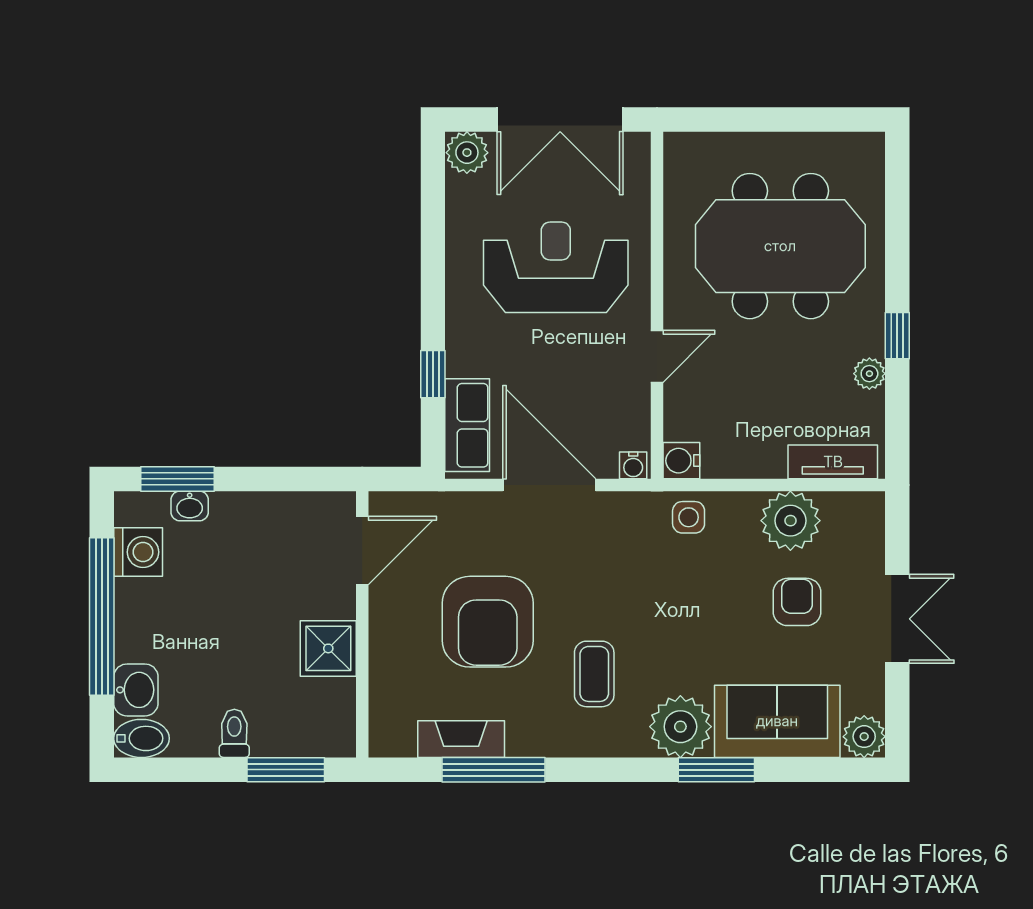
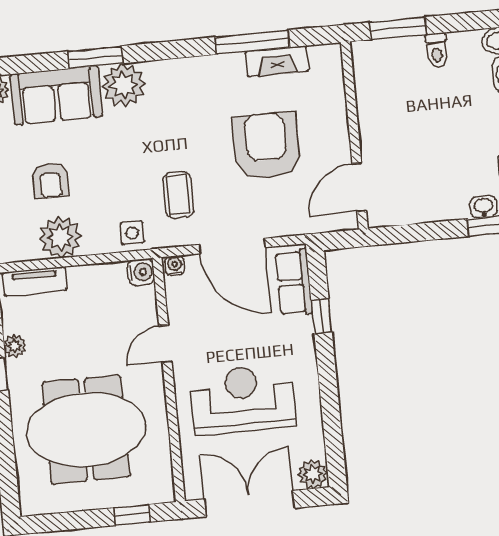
window: (727, 119) -> (132, 515), added
reception desk: (556, 267) -> (242, 399), turned 180
shower: (328, 648) -> (376, 116), removed
coffee table: (594, 674) -> (178, 195), moved

